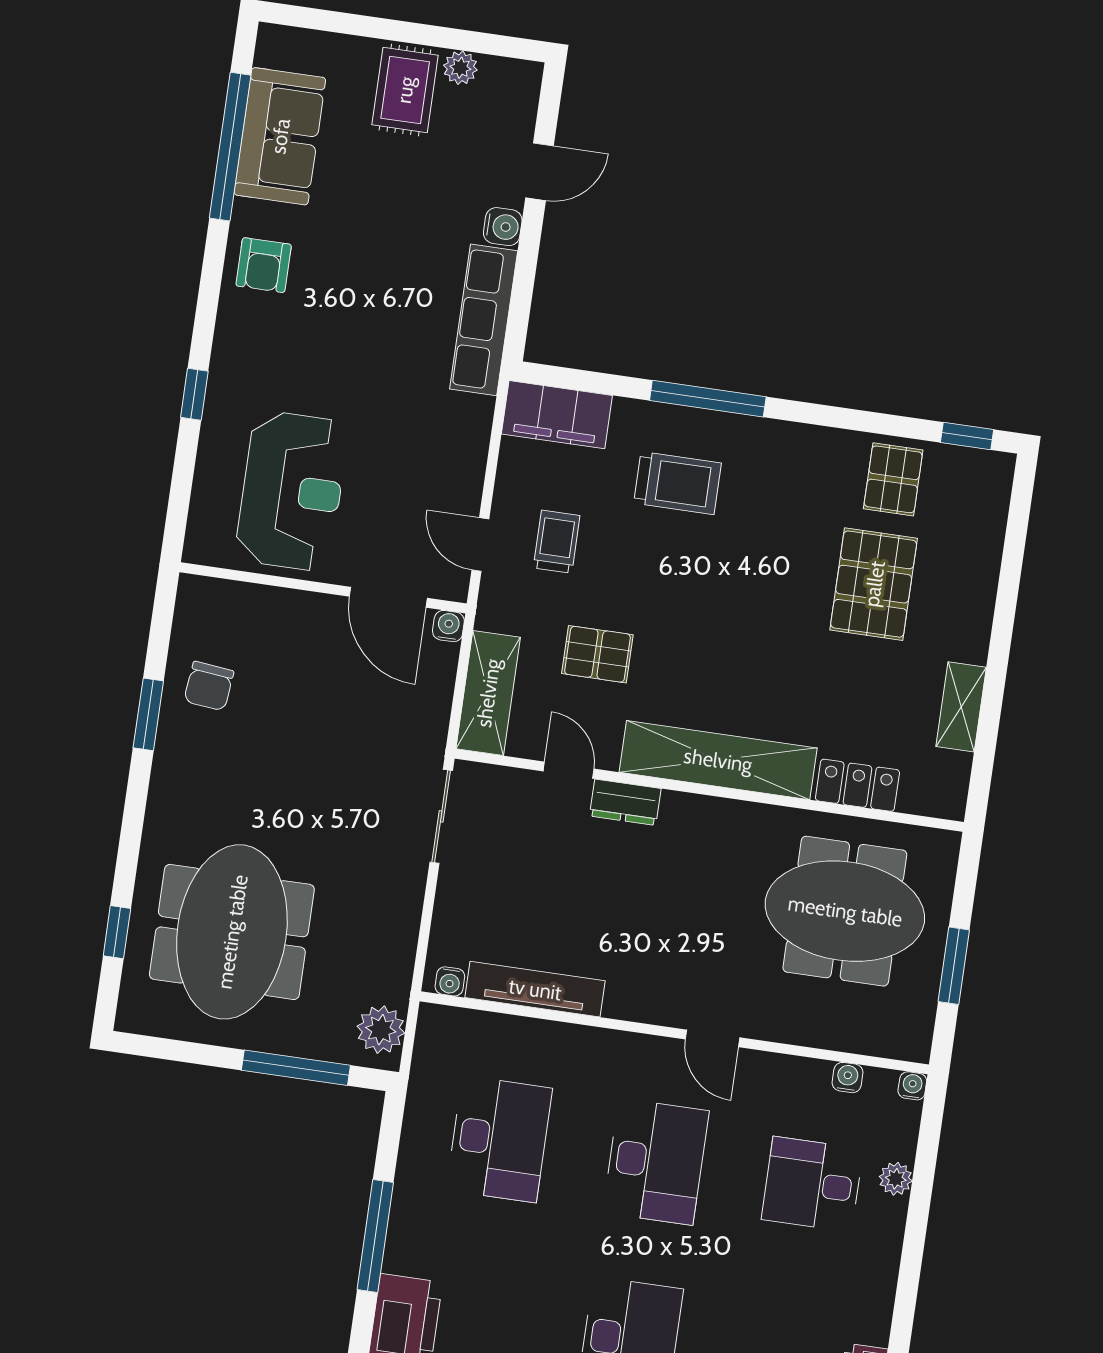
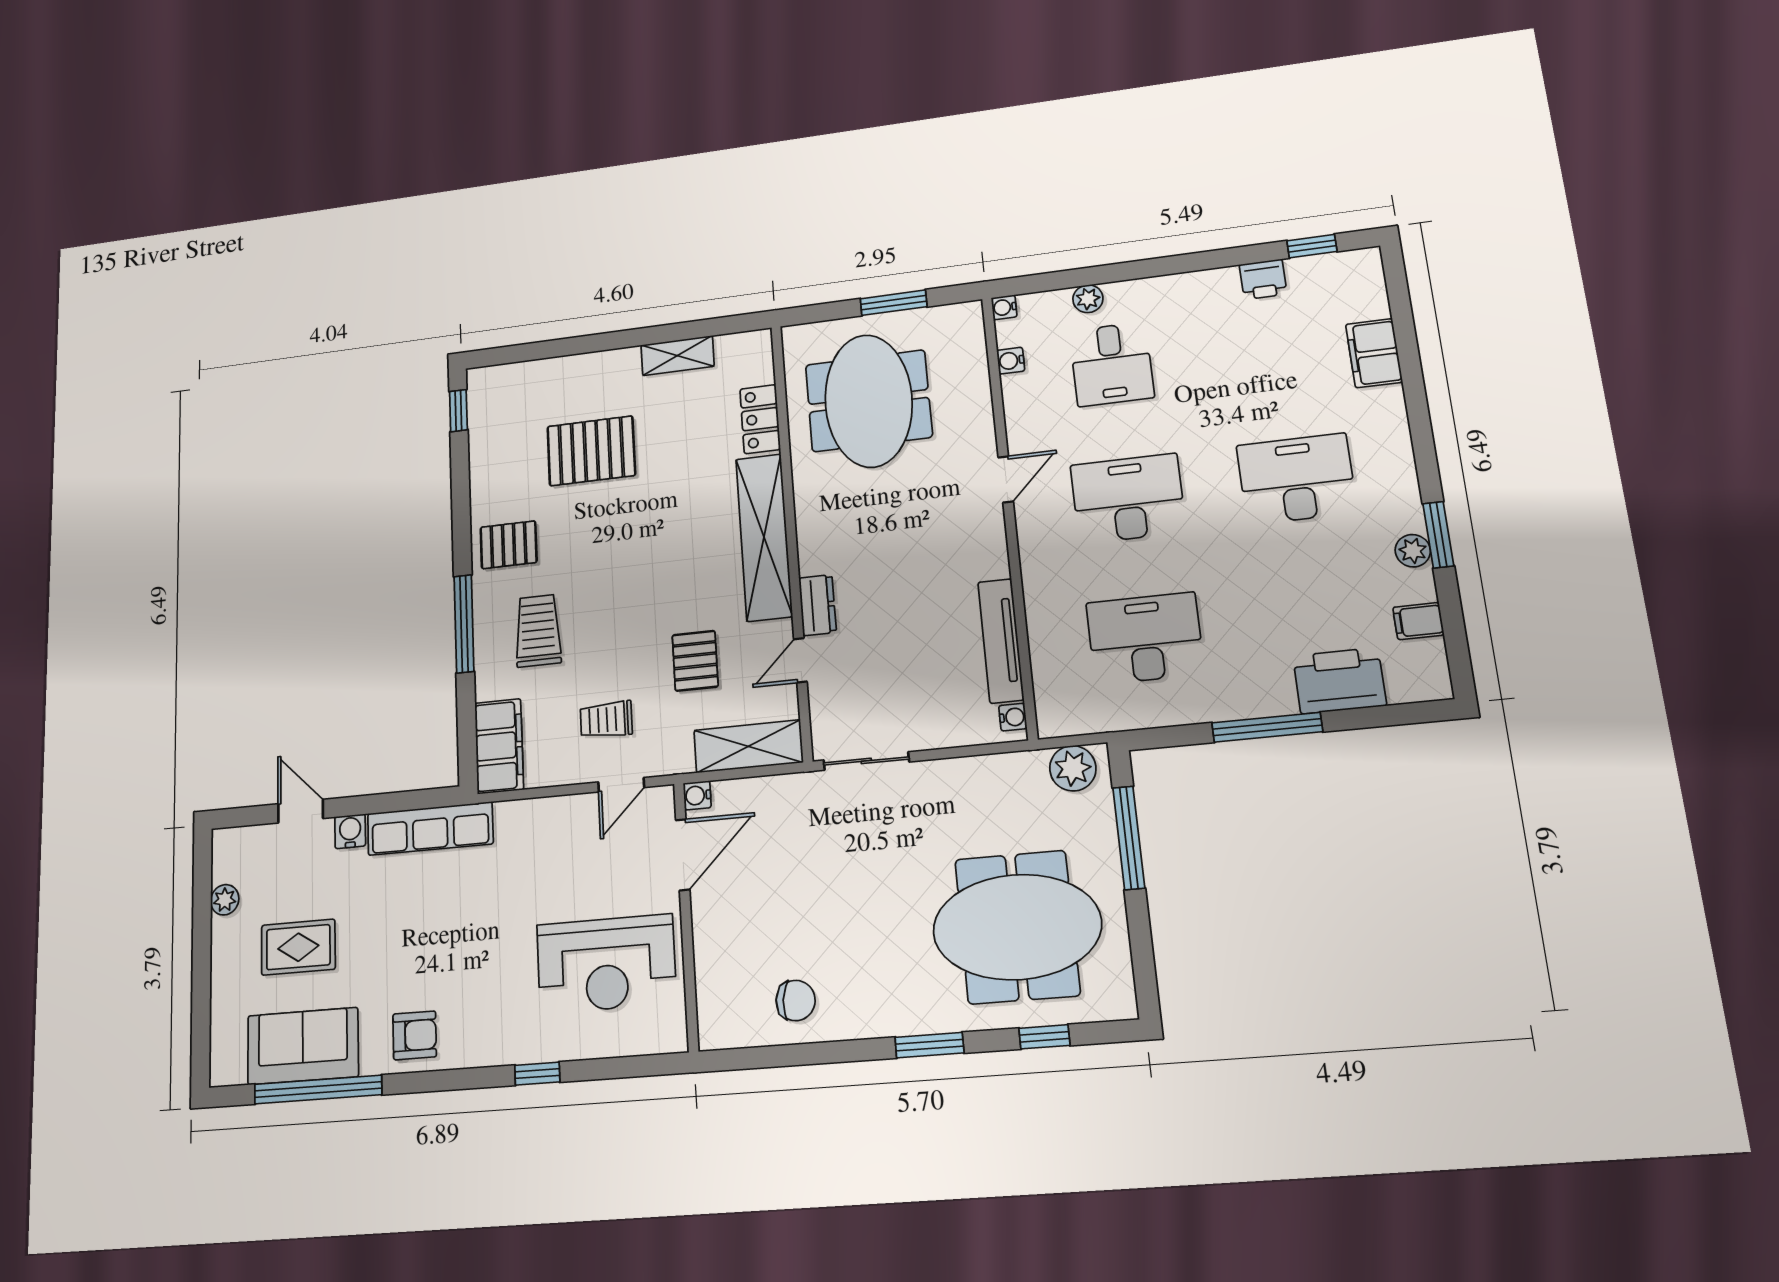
rug: (405, 90) -> (298, 947), moved
pallet: (893, 479) -> (509, 545), moved
reception desk: (292, 491) -> (606, 964), turned 180
window: (148, 714) -> (929, 1045), moved

